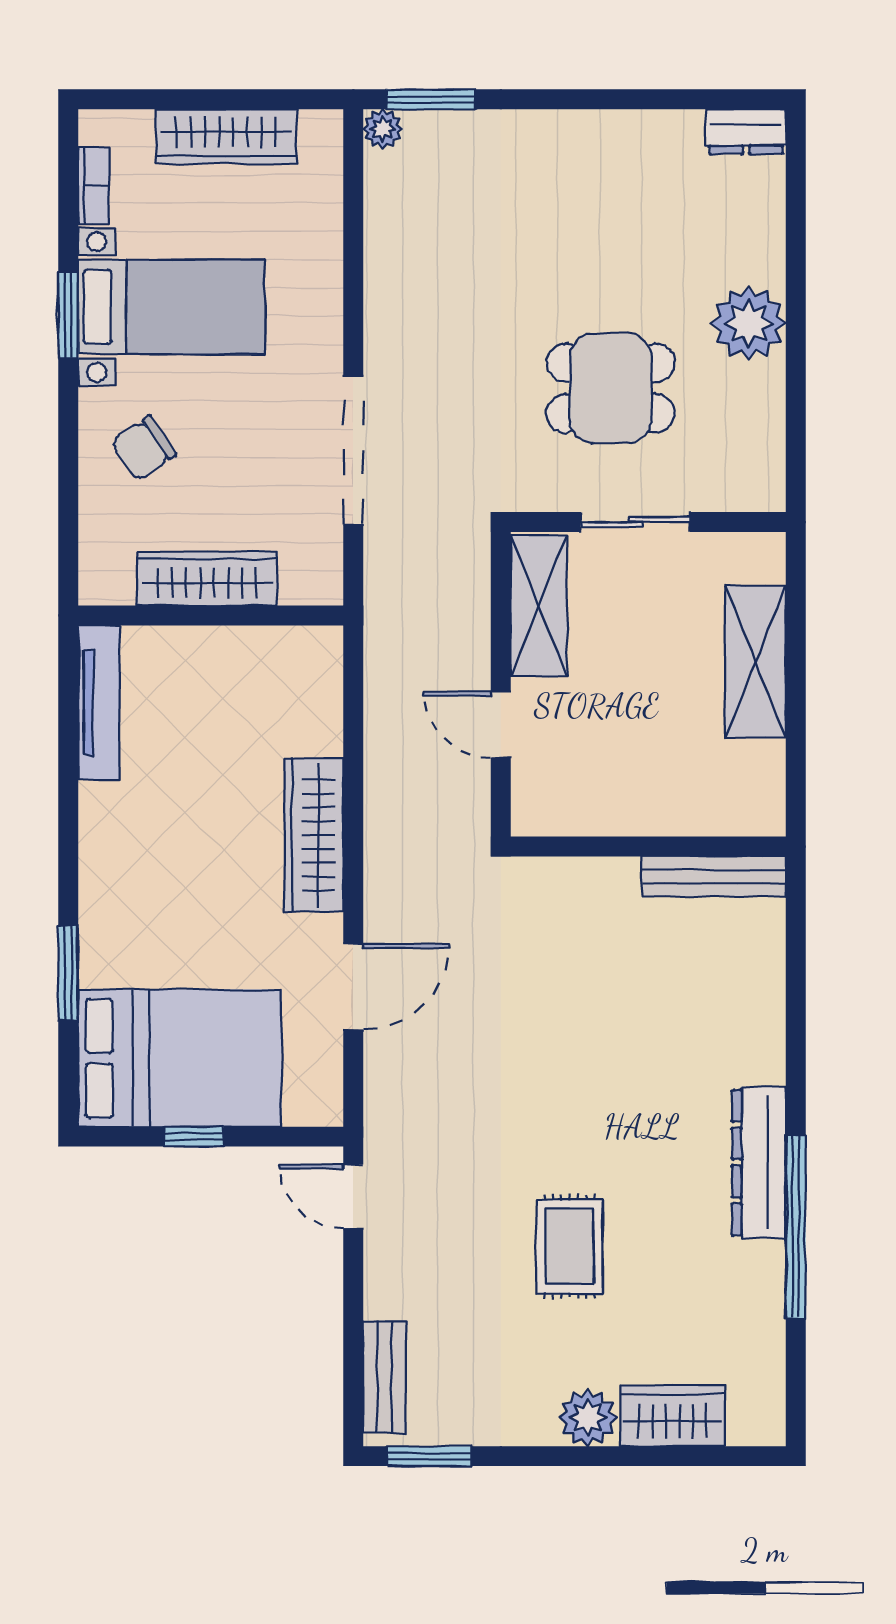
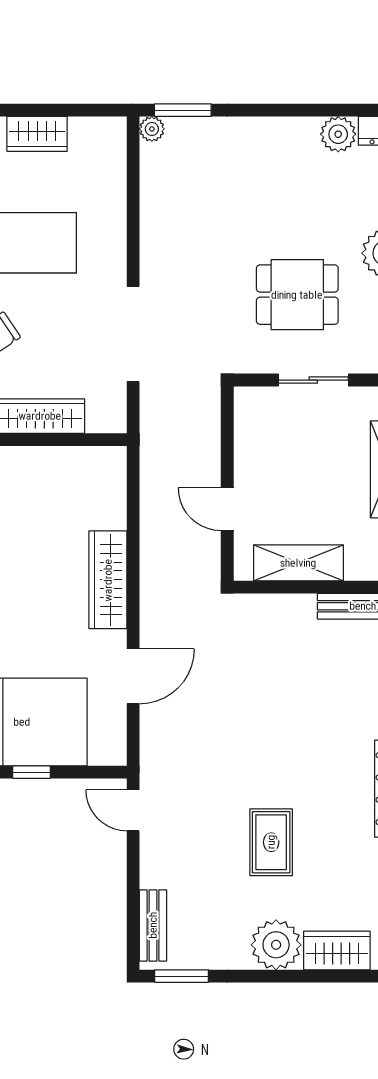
wardrobe: (226, 136) -> (37, 134), width x0.67
plant: (675, 137) -> (338, 134), added
shelving: (539, 606) -> (298, 563), moved, turned 90
plant: (588, 1418) -> (276, 945), width x1.36, depth x1.36

